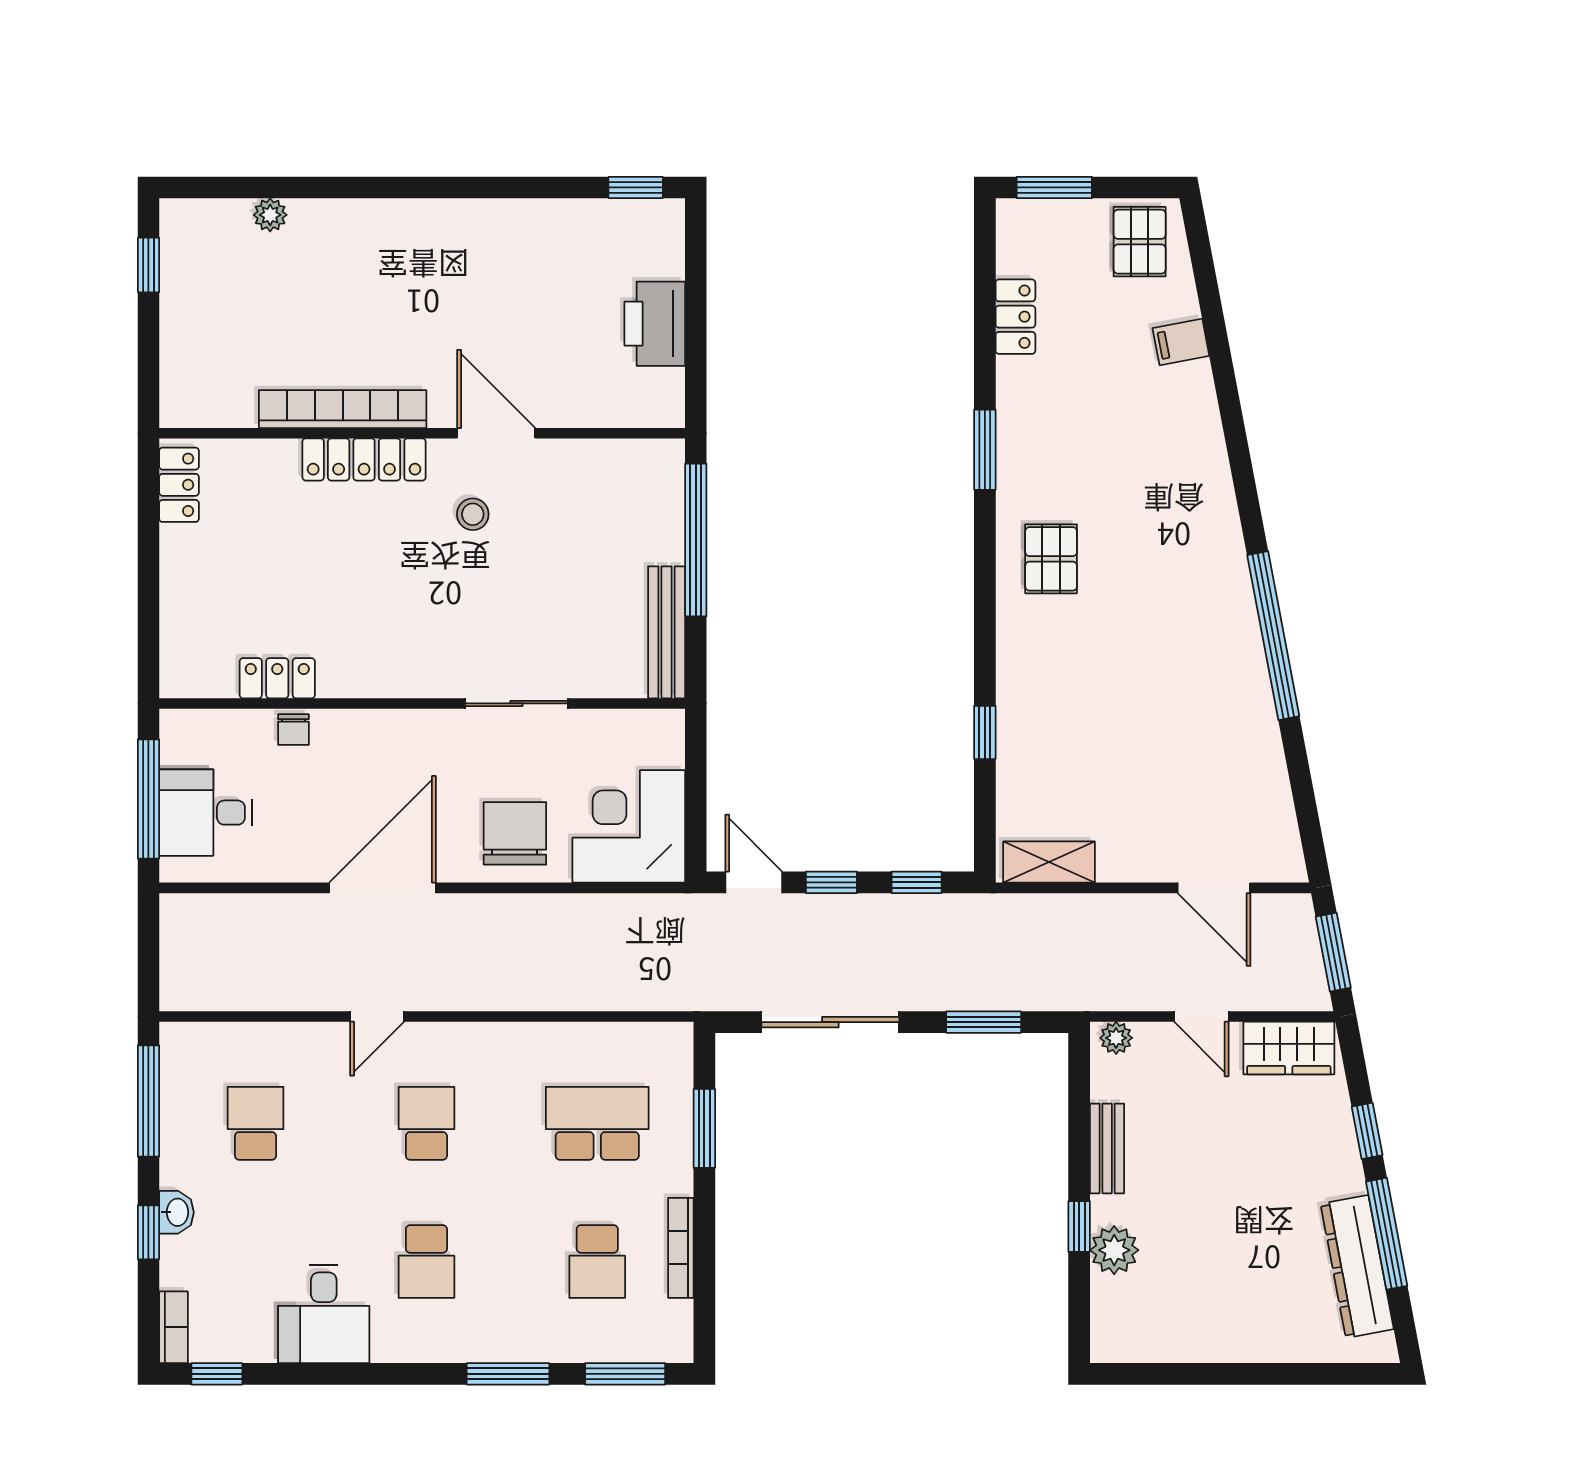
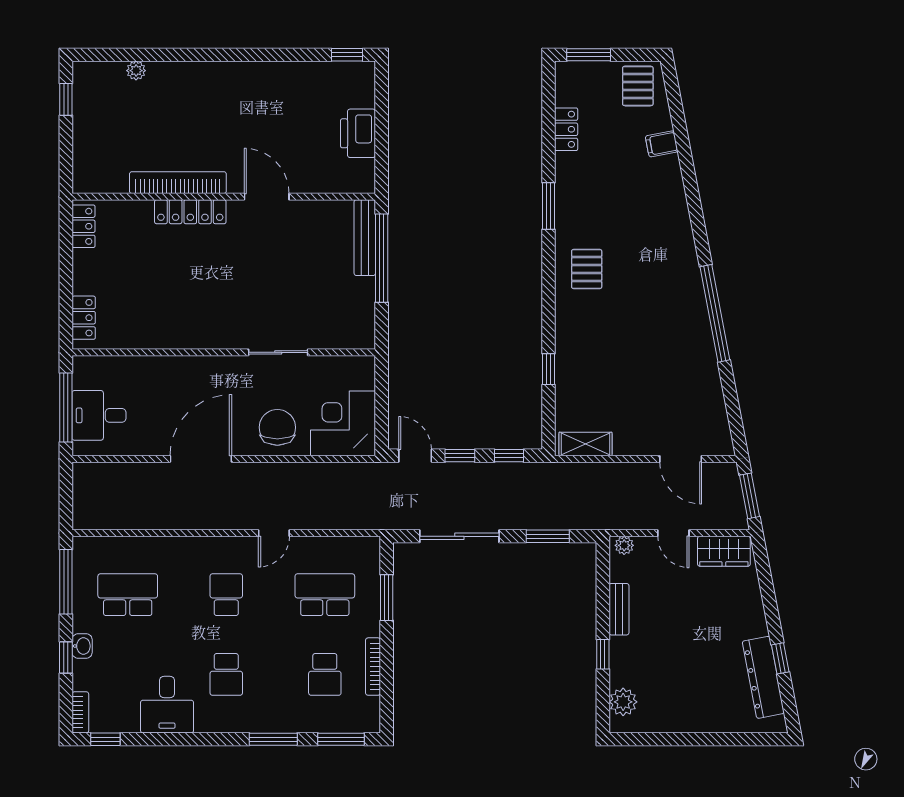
stool: (473, 514) -> (253, 243), removed
bench: (667, 632) -> (365, 238), moved
locker: (277, 678) -> (84, 318), moved, turned 90
chair: (293, 730) -> (150, 368), removed
door: (377, 1017) -> (274, 533), moved
school desk: (256, 1123) -> (128, 595), width x1.85
window: (1367, 1131) -> (769, 599), removed
window: (1387, 1234) -> (780, 658), width x0.46
plant: (1114, 1250) -> (623, 702), moved

